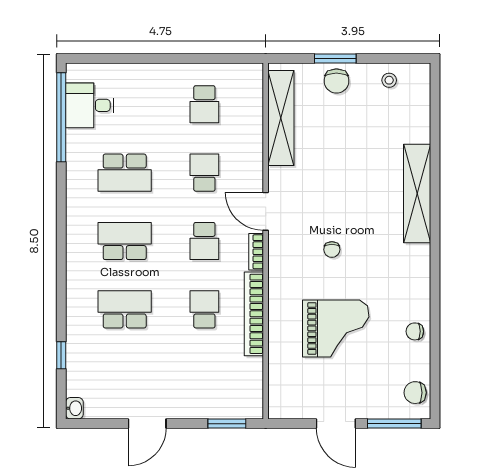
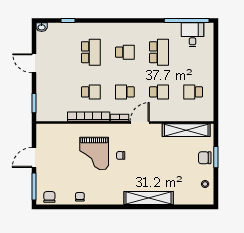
school desk: (125, 173) -> (159, 52), turned 180
school desk: (125, 241) -> (125, 52), width x0.54
grand piano: (336, 328) -> (94, 154), moved

